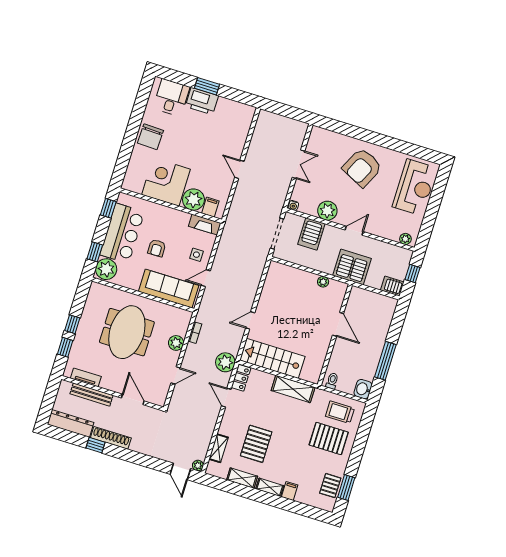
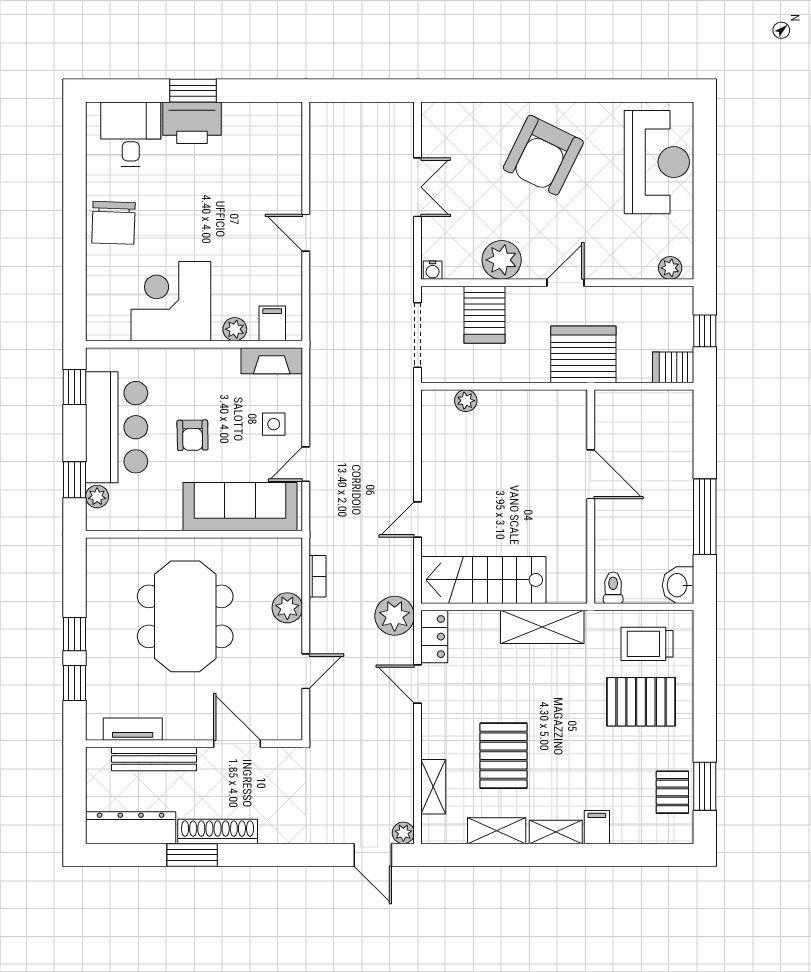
plant: (193, 200) -> (235, 329), width x0.53, depth x0.53
plant: (106, 269) -> (97, 497), width x0.53, depth x0.53
plant: (323, 282) -> (466, 401), moved
window: (95, 445) -> (192, 855), width x1.50

